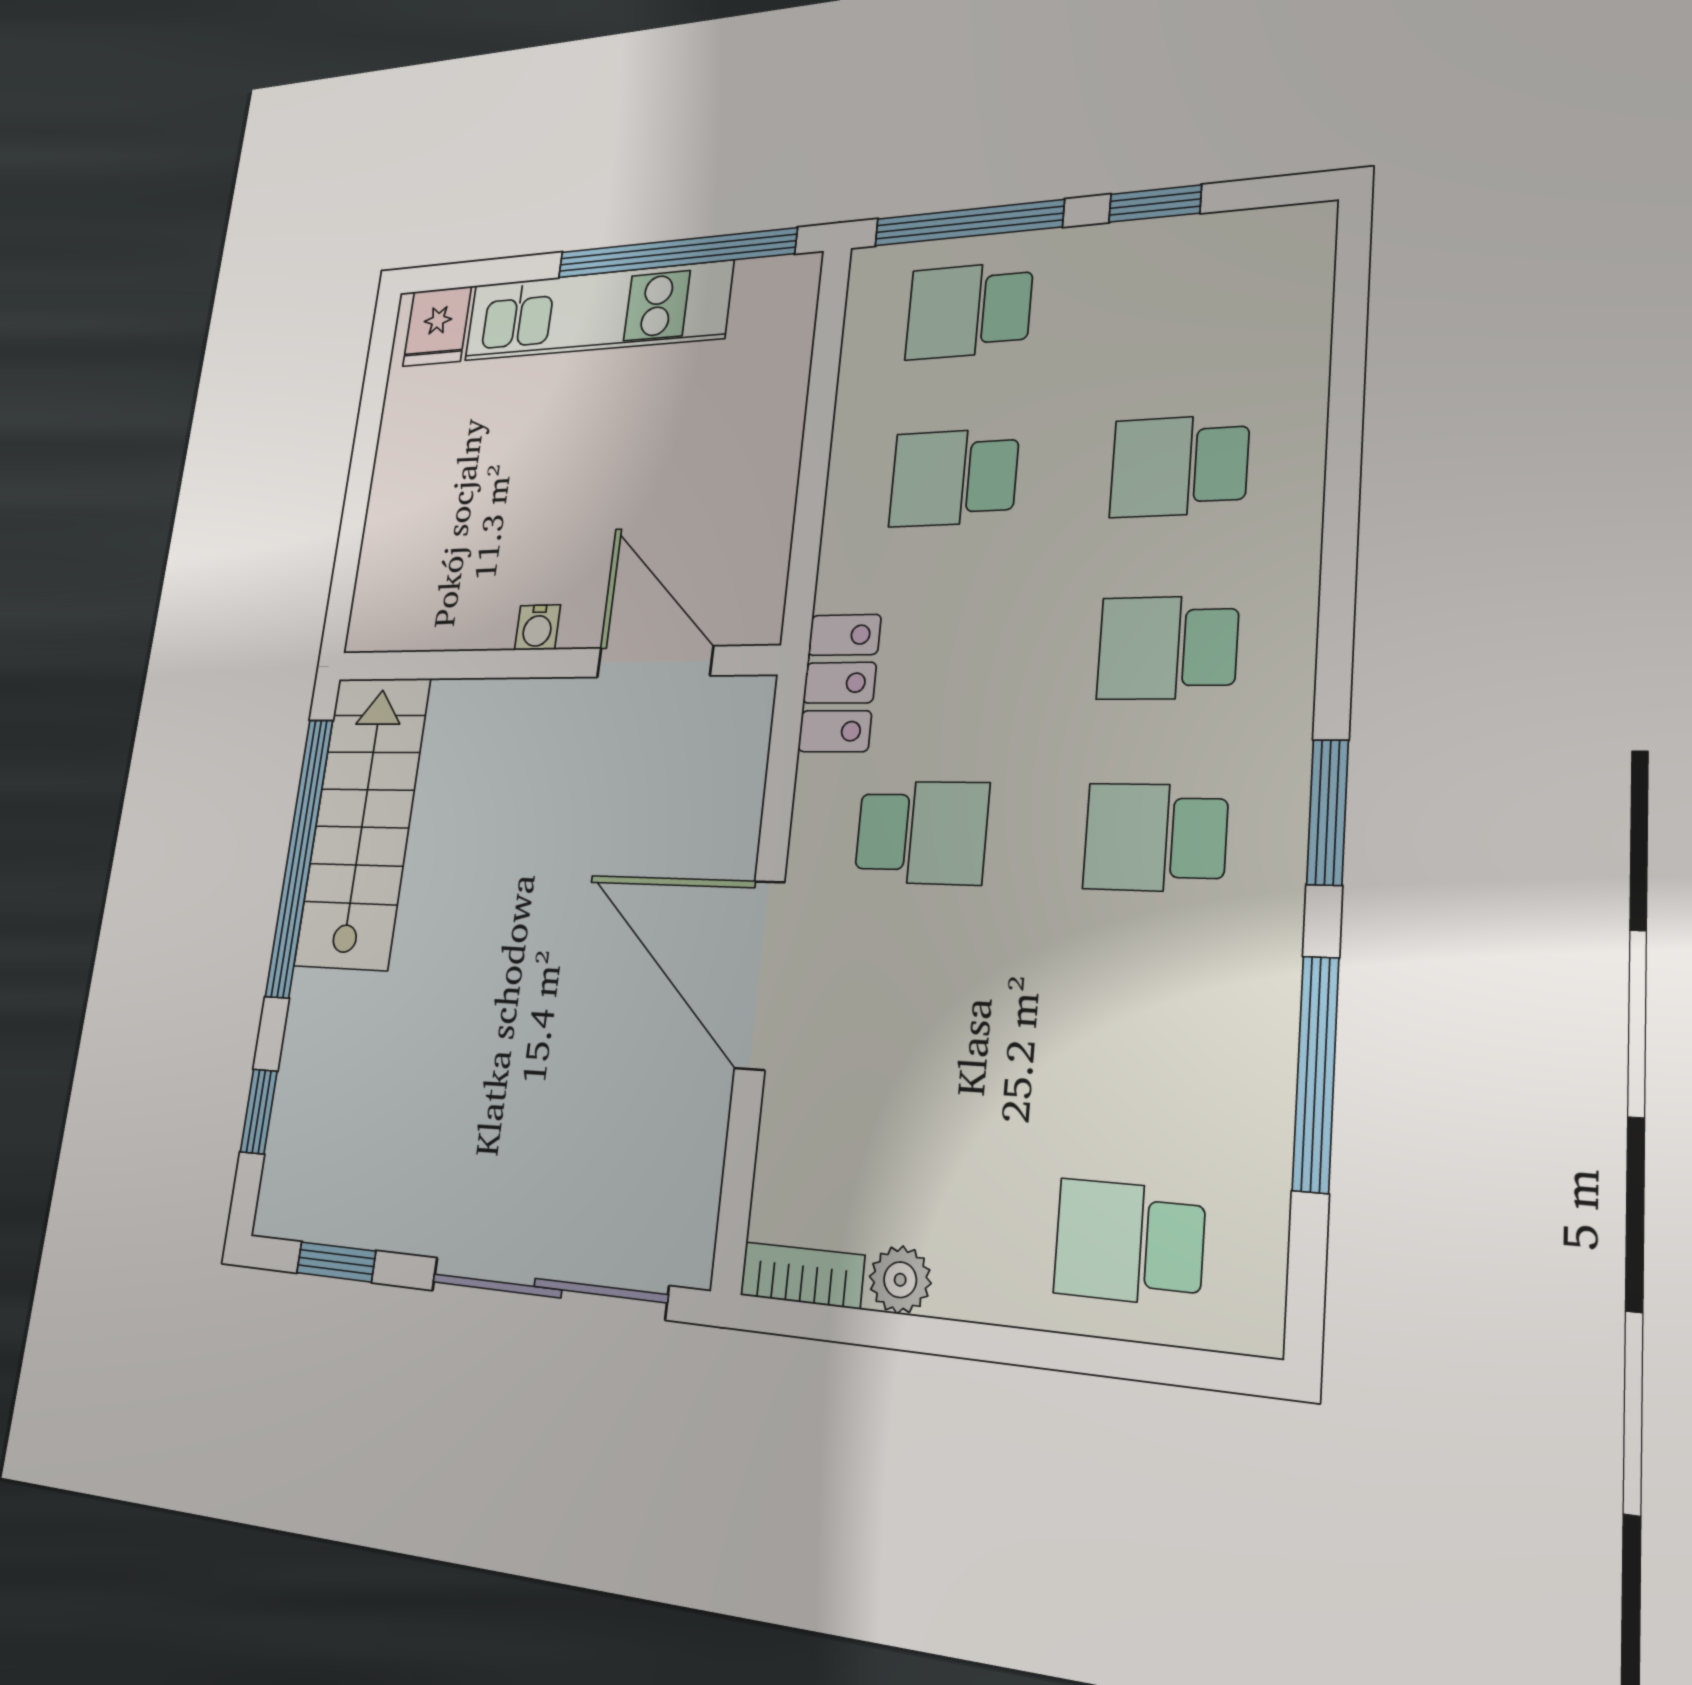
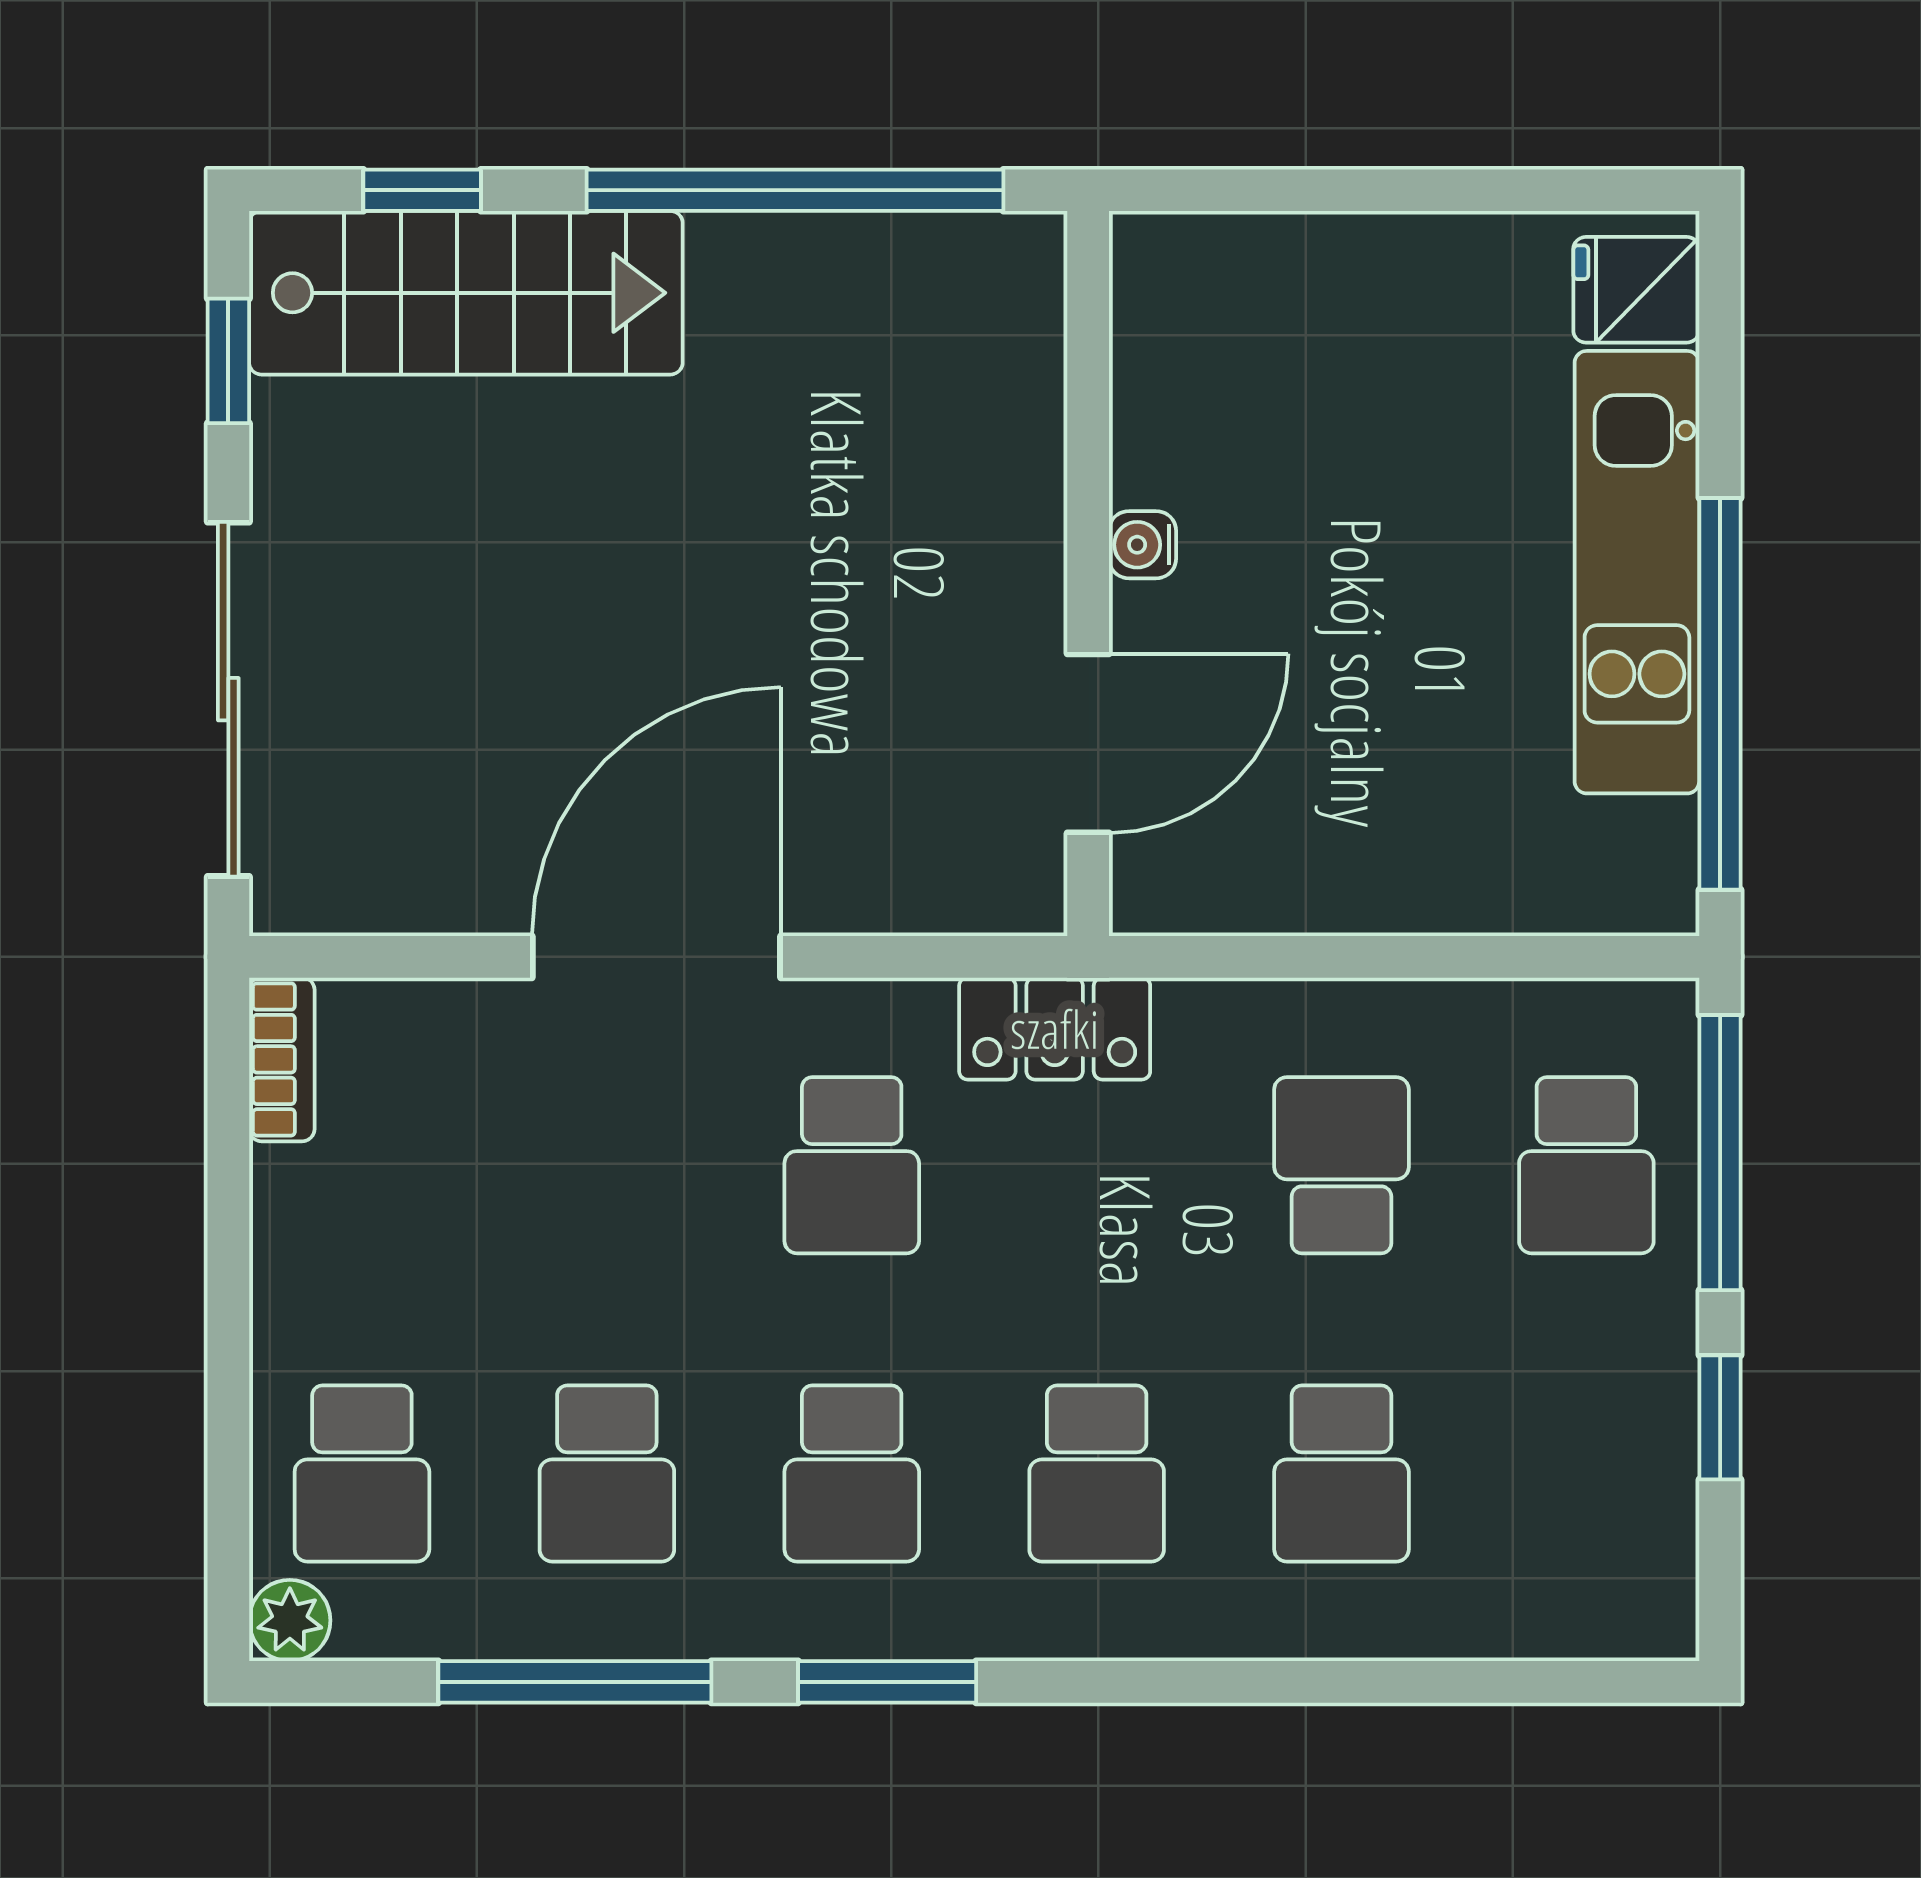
school desk: (969, 310) -> (1586, 1165), turned 180
school desk: (1179, 466) -> (1341, 1474), turned 180
school desk: (1167, 648) -> (1097, 1474), turned 180
stairs: (363, 821) -> (466, 293), moved
school desk: (1155, 837) -> (852, 1474), turned 180
school desk: (1142, 1035) -> (607, 1474), added
school desk: (1129, 1242) -> (362, 1474), turned 180
plant: (900, 1280) -> (290, 1620), moved

